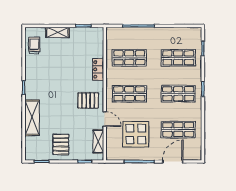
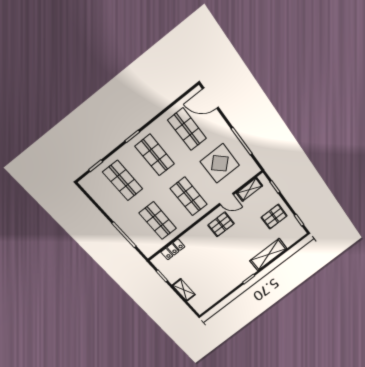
trolley: (34, 45) -> (209, 298), removed
locker: (98, 69) -> (173, 249), moved
pallet: (88, 100) -> (221, 224), turned 90
door: (105, 119) -> (226, 199), swing flipped
door: (173, 161) -> (210, 98), moved

